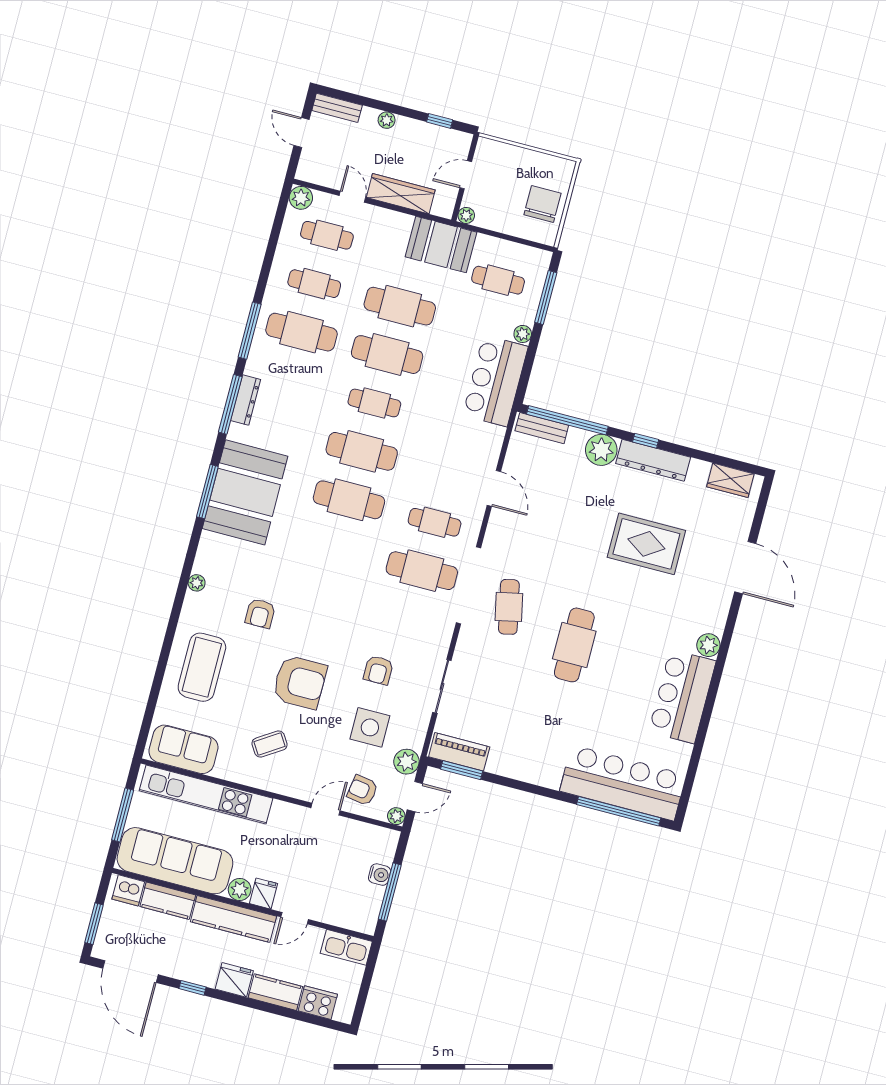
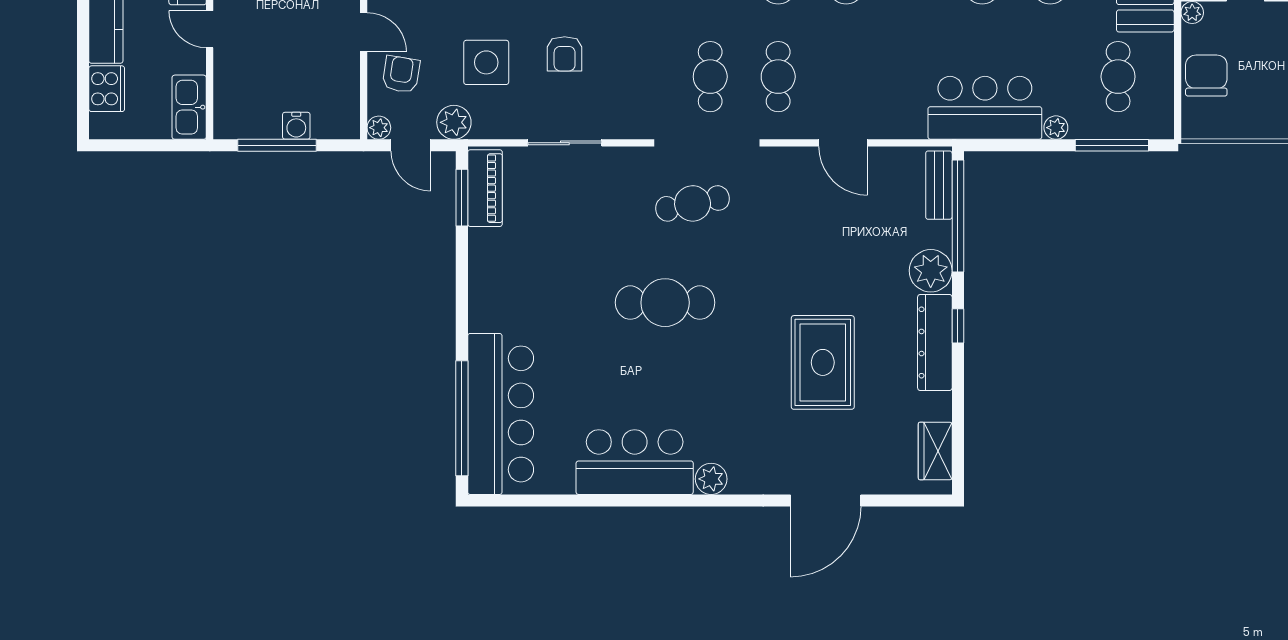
chair: (542, 204) -> (1206, 76), moved, turned -90
door: (494, 488) -> (843, 143), hinge flipped
cafe table: (422, 571) -> (710, 77), width x0.73, depth x0.74
armchair: (378, 670) -> (565, 54), turned -90

